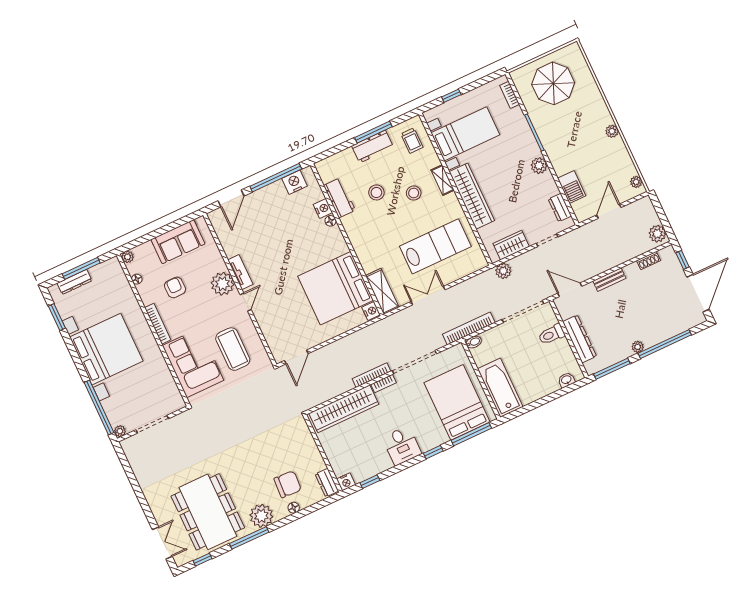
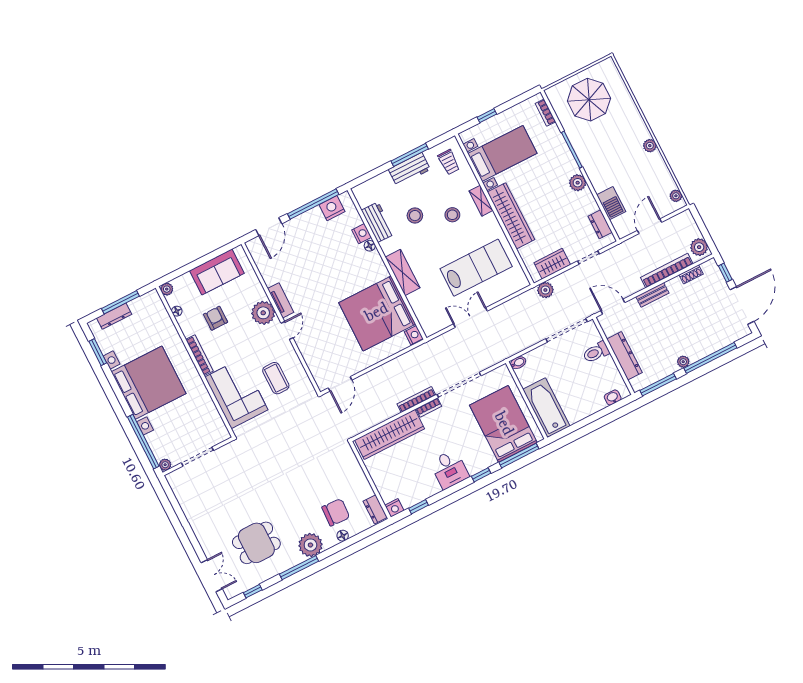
shelving: (382, 291) -> (403, 272), moved
bookcase: (469, 329) -> (667, 271), moved
coffee table: (233, 349) -> (276, 378), width x0.73, depth x0.76
dining table: (208, 512) -> (256, 543), width x0.53, depth x0.80

